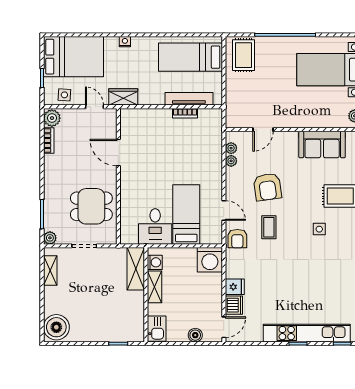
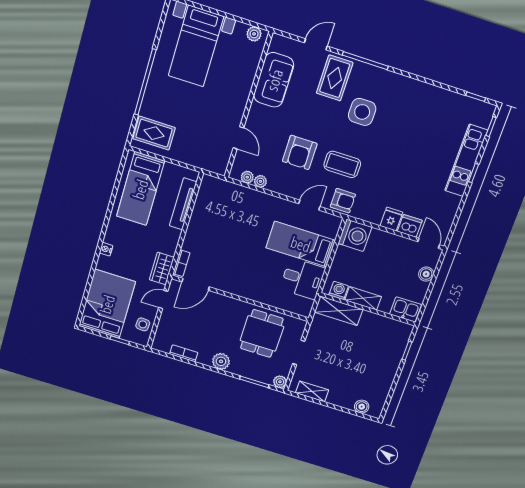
bookcase: (185, 113) -> (181, 263), moved
plant: (52, 118) -> (221, 361), moved
door: (118, 153) -> (196, 284), moved
armchair: (267, 187) -> (300, 152), turned 98
coffee table: (269, 227) -> (342, 164), width x1.36, depth x1.30
side table: (319, 229) -> (362, 112), width x1.87, depth x1.87
boiler: (56, 327) -> (362, 407), width x0.54, depth x0.54
kitchen unit: (307, 333) -> (466, 160), width x0.73

